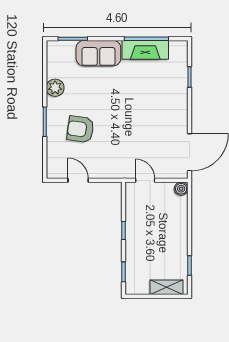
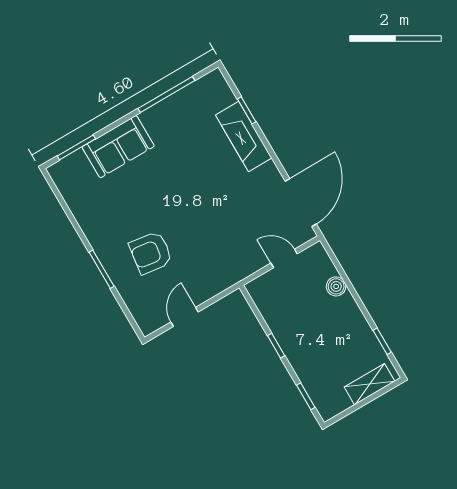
fireplace: (145, 50) -> (244, 137), moved, turned 90
plant: (55, 88) -> (90, 220), removed
door: (78, 180) -> (184, 317), hinge flipped
door: (145, 180) -> (284, 258), moved
boiler: (181, 189) -> (336, 286), moved

